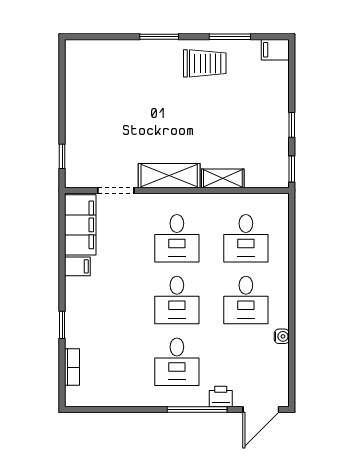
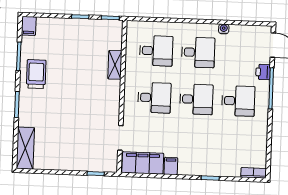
shelving: (169, 176) -> (25, 148), moved
bookcase: (72, 367) -> (254, 173), moved

